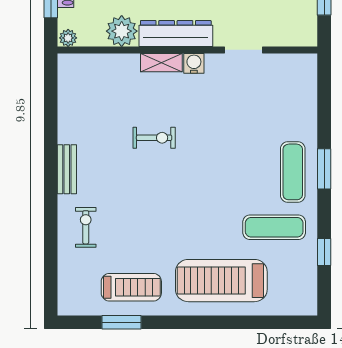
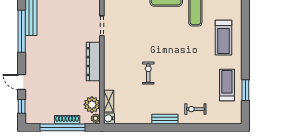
plant: (122, 31) -> (92, 105), moved
shelving: (161, 63) -> (109, 101), moved
water cooler: (194, 63) -> (109, 118), moved
treadmill: (221, 281) -> (223, 38), width x0.73, depth x0.73

